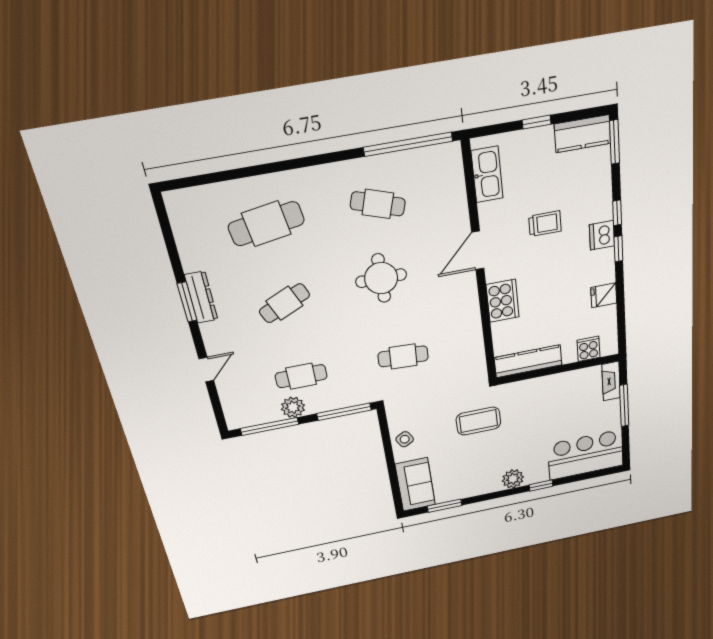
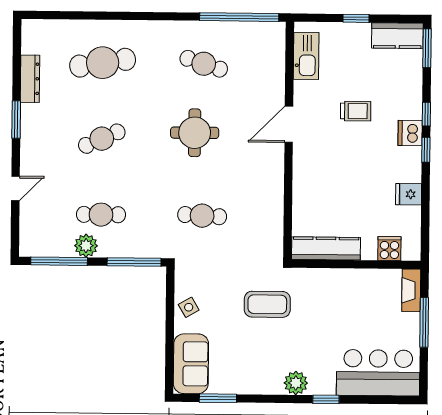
dresser: (201, 297) -> (30, 79), moved
cooker: (503, 301) -> (307, 179), removed

